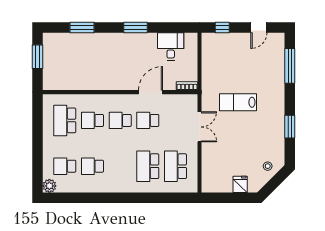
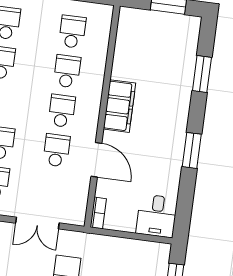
desk: (171, 46) -> (157, 216), moved, turned 90
filing cabinet: (112, 81) -> (119, 106), added
school desk: (65, 120) -> (72, 32), width x0.54

